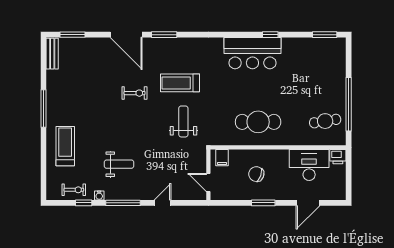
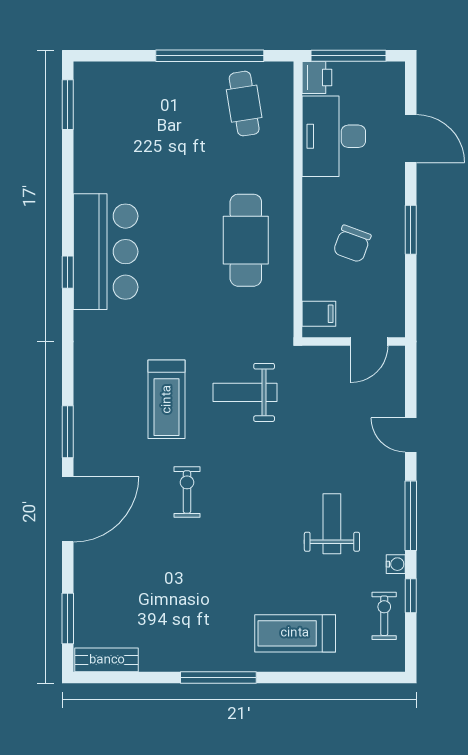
window: (270, 35) -> (68, 272), moved
window: (349, 172) -> (348, 56), added

